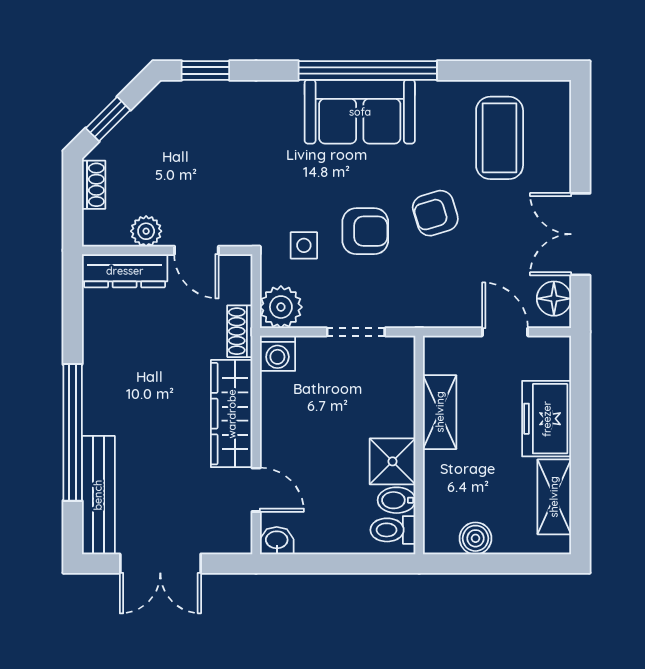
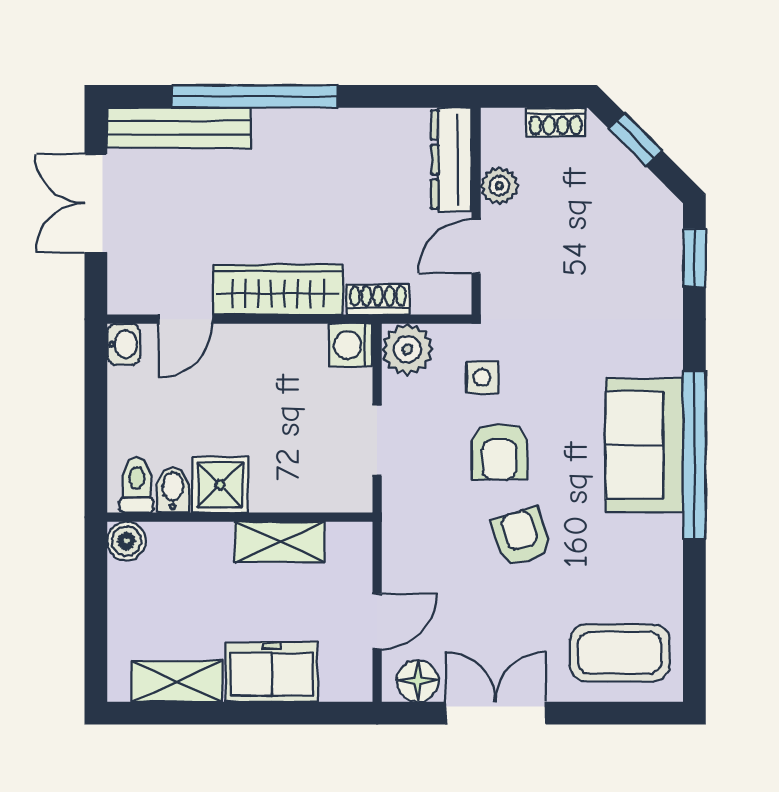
coffee table: (500, 138) -> (620, 653), moved
boiler: (475, 538) -> (126, 541), moved

